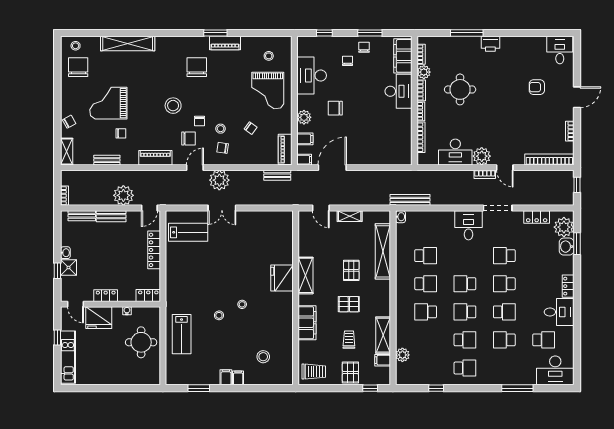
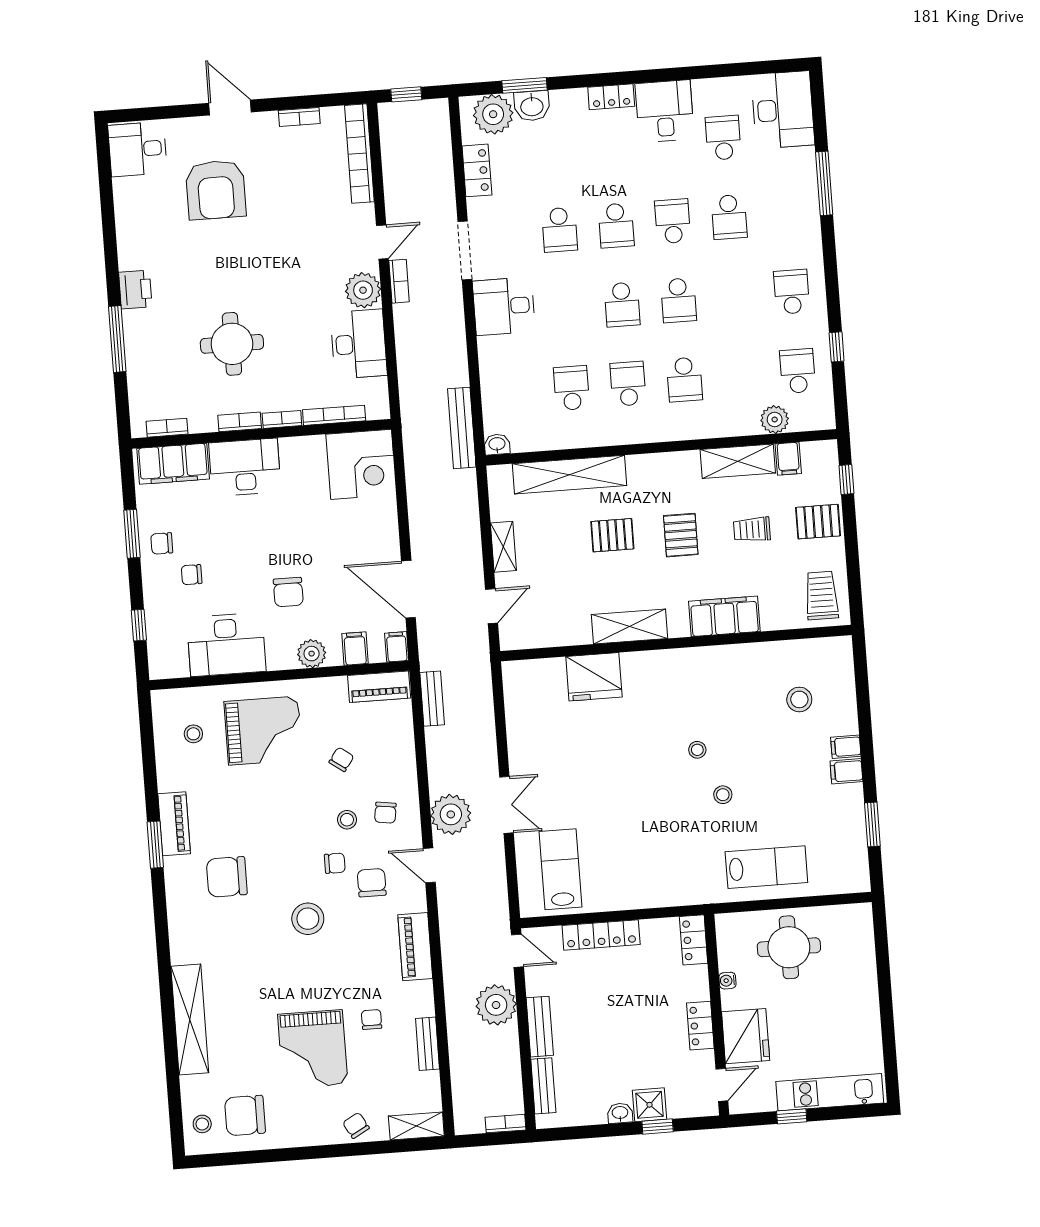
plant: (424, 72) -> (202, 419), removed
armchair: (537, 87) -> (216, 190), width x1.88, depth x1.88
corner desk: (396, 149) -> (361, 464), added
fridge: (282, 278) -> (594, 677), moved
school desk: (465, 340) -> (798, 371), moved

